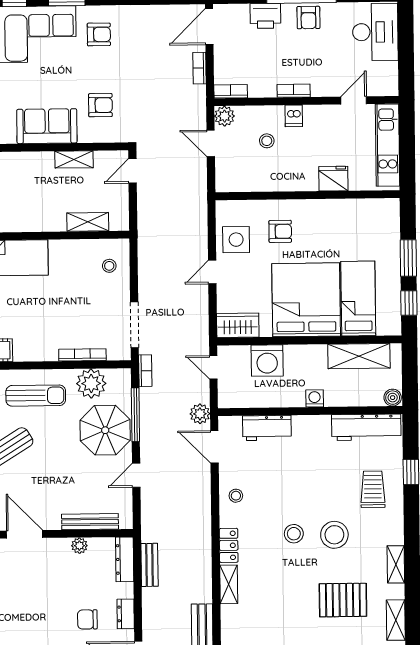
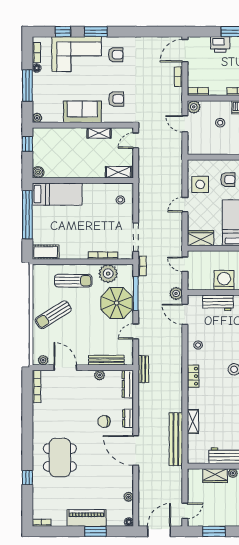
shelving: (88, 222) -> (119, 172), moved
washing machine: (267, 361) -> (224, 280), moved, turned 180
bench: (150, 565) -> (143, 369), moved
shelving: (229, 584) -> (193, 421), moved

